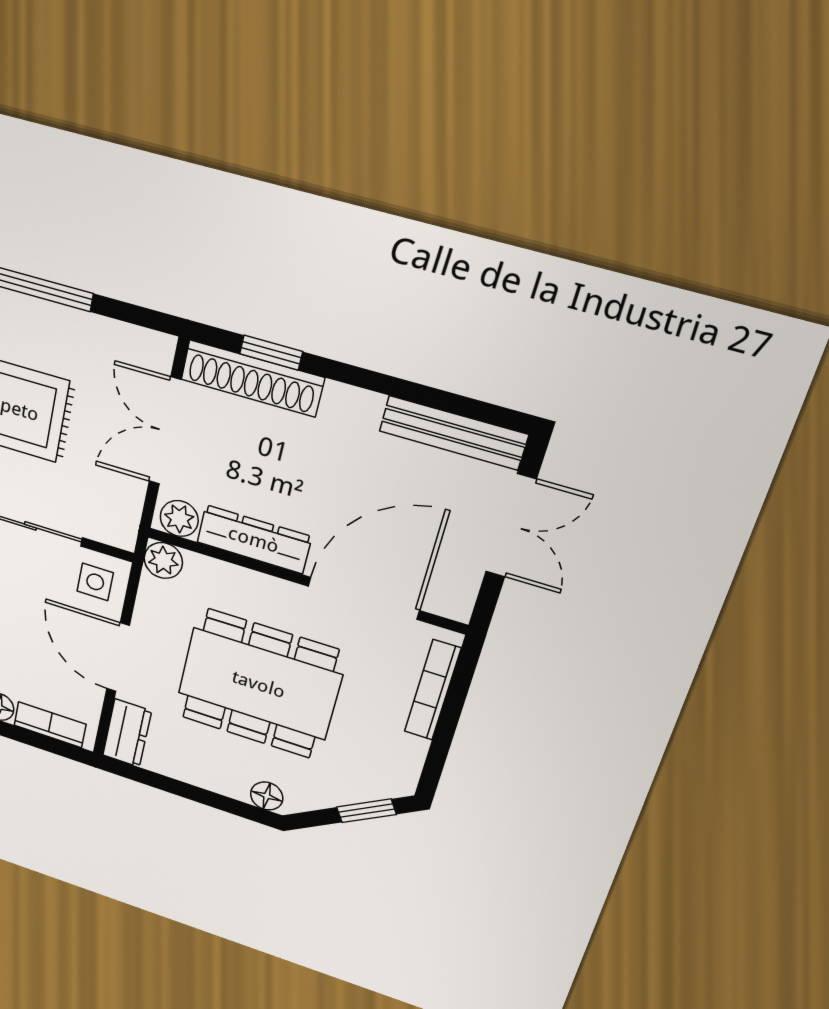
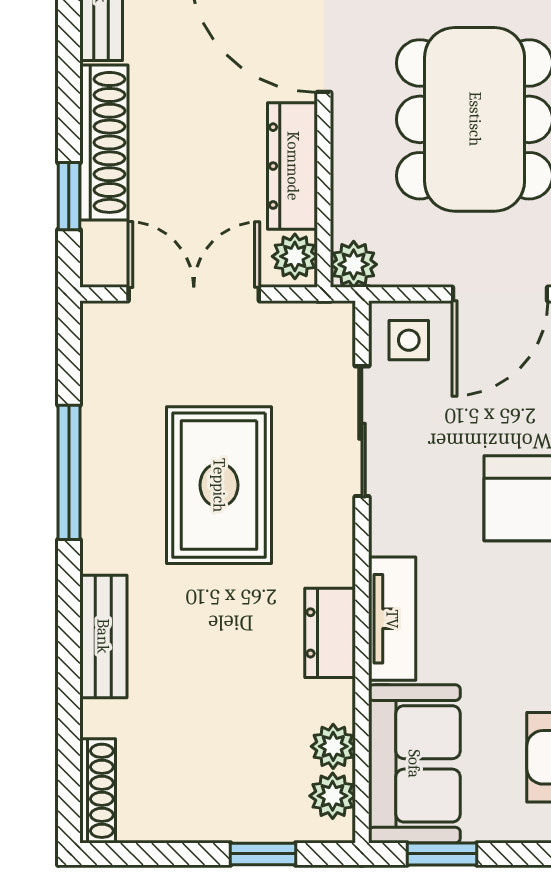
shoe rack: (252, 378) -> (104, 142), moved
double door: (165, 431) -> (194, 294), swing flipped

